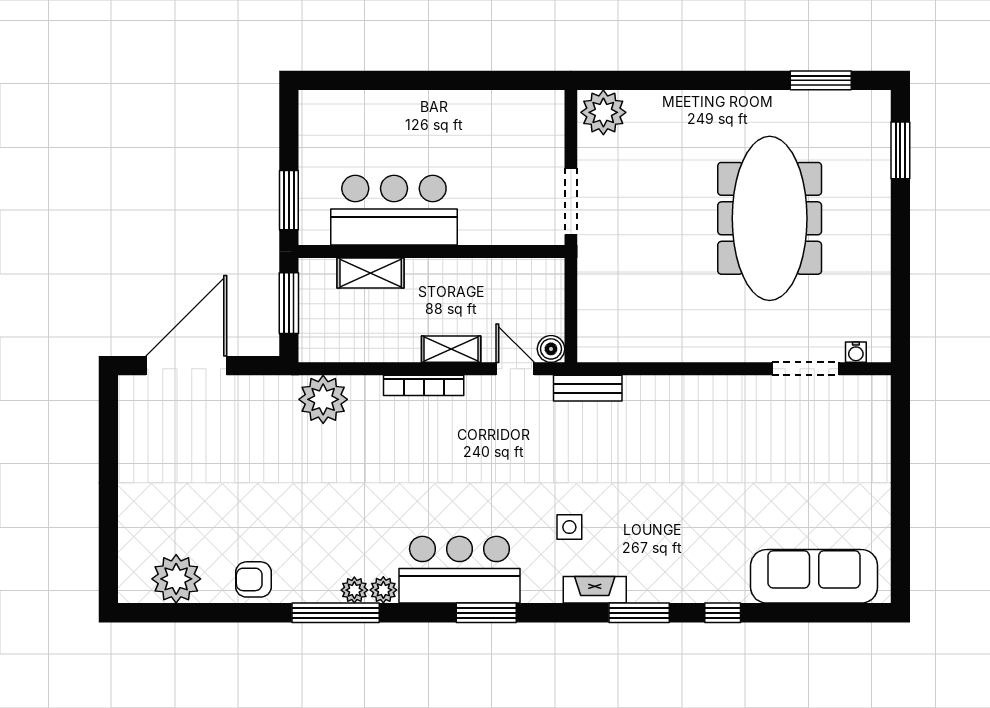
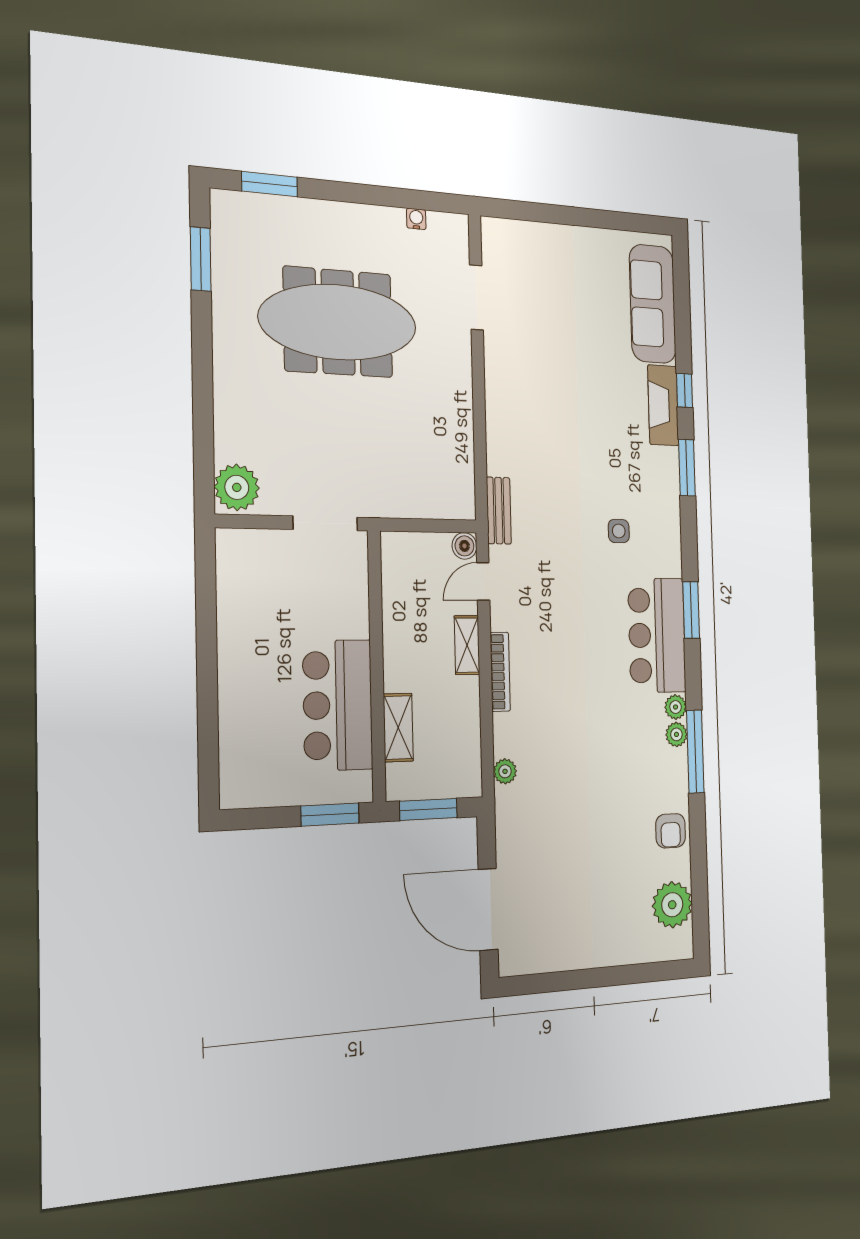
water cooler: (856, 352) -> (416, 219), moved, turned -90
plant: (323, 399) -> (505, 771), width x0.53, depth x0.53
fireplace: (595, 590) -> (663, 405), moved, width x1.37, depth x1.32

